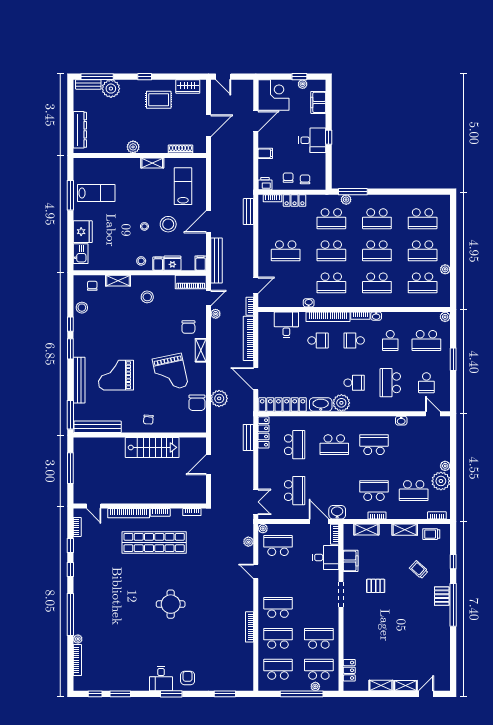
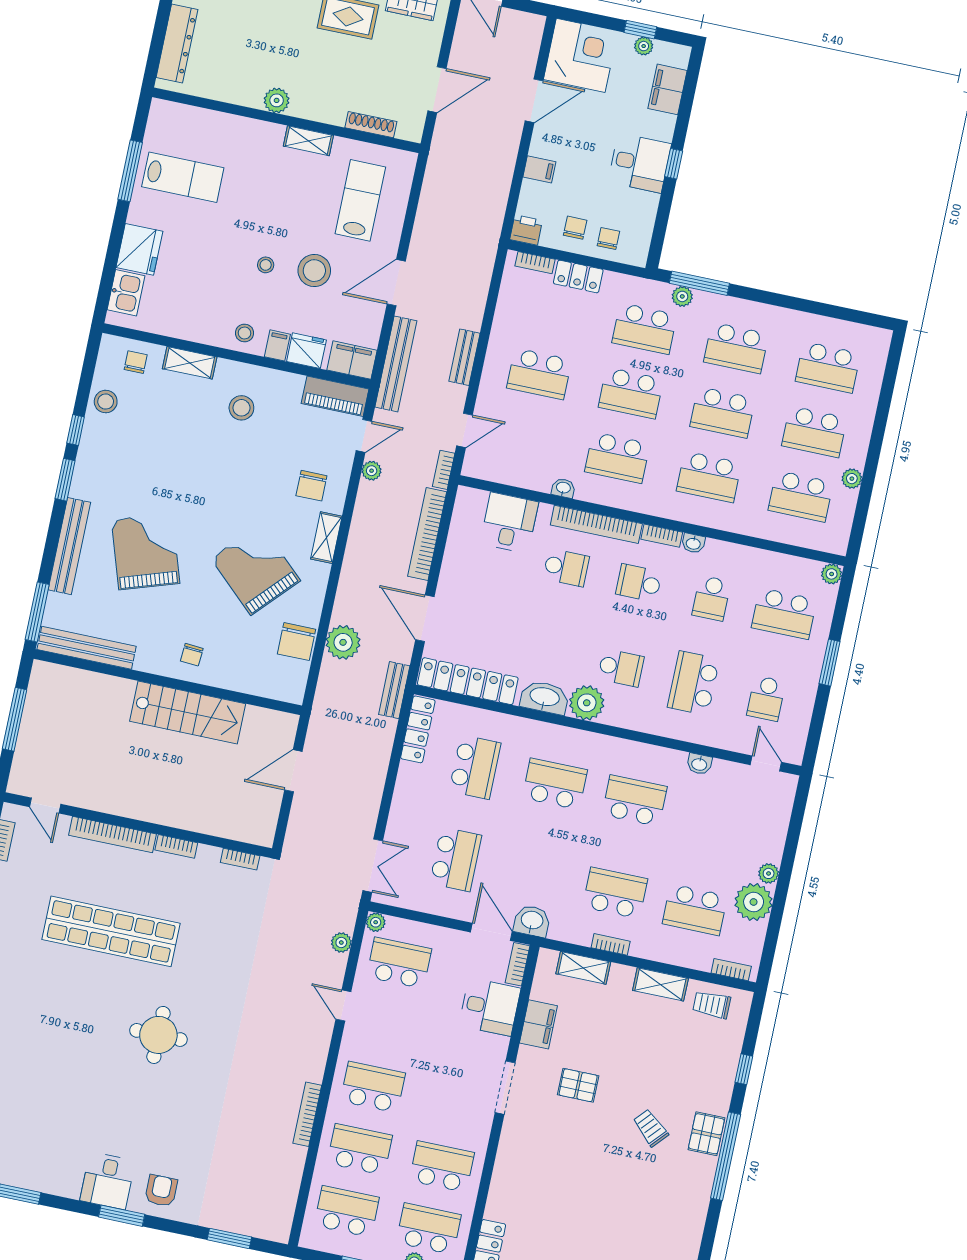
bench: (248, 212) -> (464, 357), moved
filing cabinet: (201, 263) -> (352, 360), width x2.00
grand piano: (170, 373) -> (256, 570), turned 145
grand piano: (116, 375) -> (146, 552), turned 72
bench: (248, 437) -> (394, 690), moved
school desk: (334, 445) -> (555, 784), turned 180
shop shelf: (154, 542) -> (111, 931), moved
trolley: (419, 570) -> (651, 1128), moved

